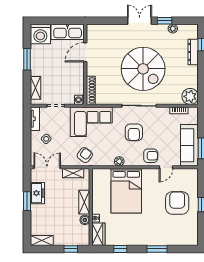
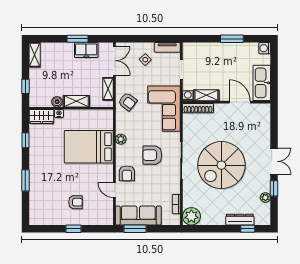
washing machine: (40, 34) -> (265, 48), width x0.53, depth x0.53
shelving: (36, 88) -> (206, 95), moved
armchair: (177, 203) -> (75, 202), width x0.53, depth x0.53

